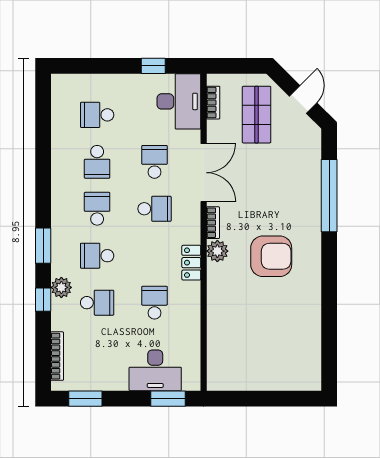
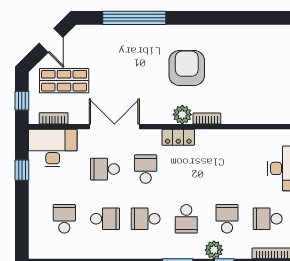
window: (234, 66) -> (22, 101), added
door: (303, 99) -> (51, 40), swing flipped
school desk: (97, 115) -> (64, 219), turned 180
bookcase: (213, 223) -> (207, 118), moved
locker: (191, 263) -> (178, 137), moved
school desk: (154, 303) -> (268, 219), moved

